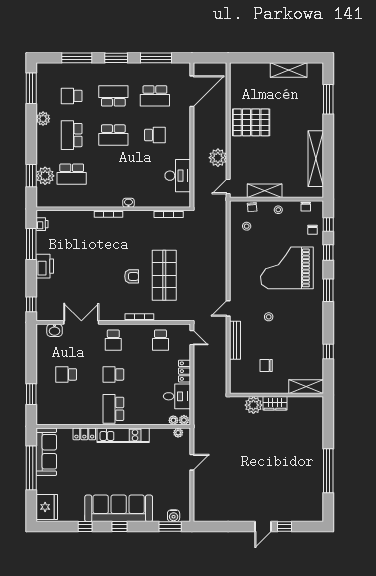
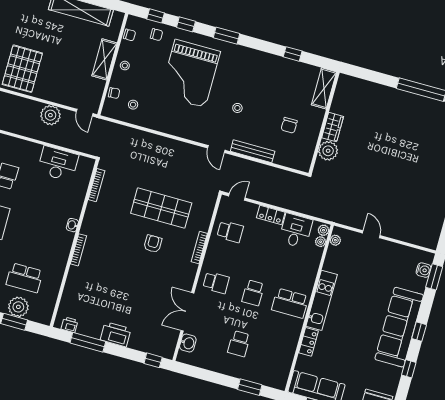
school desk: (72, 174) -> (25, 278), turned 90
shelving: (265, 191) -> (104, 59), moved

